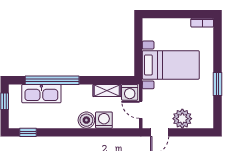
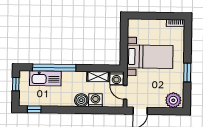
plant: (182, 119) -> (173, 100), moved

